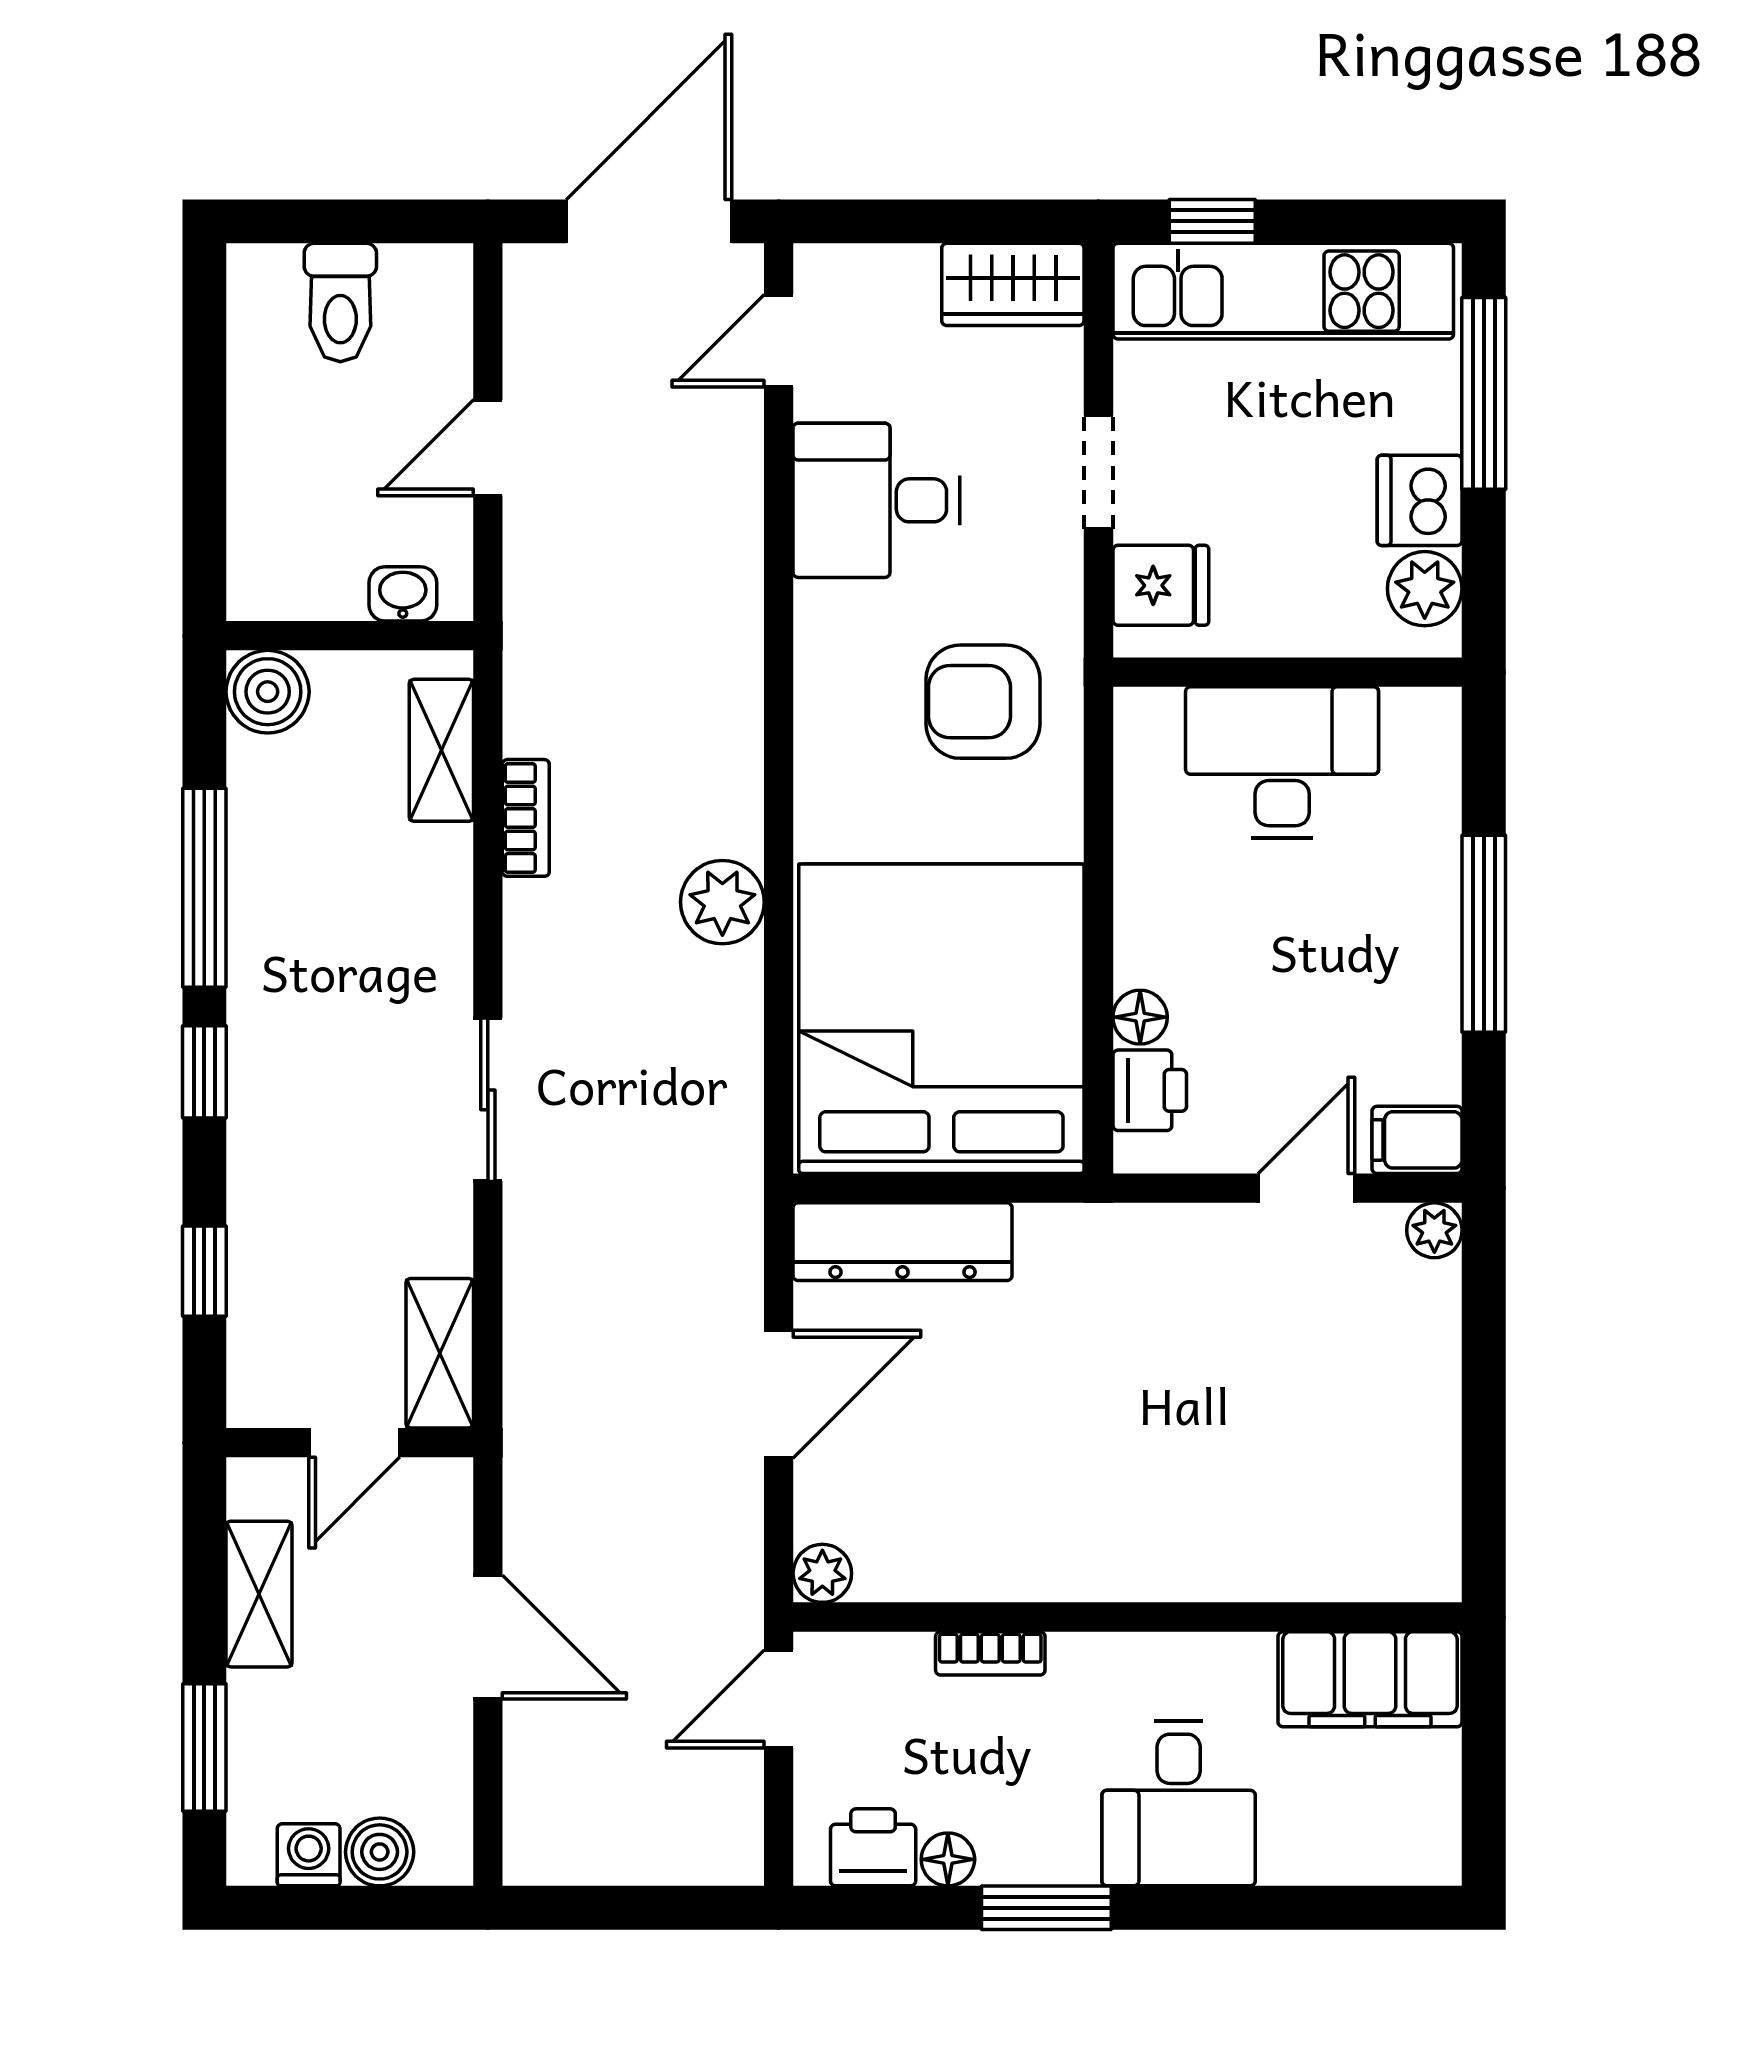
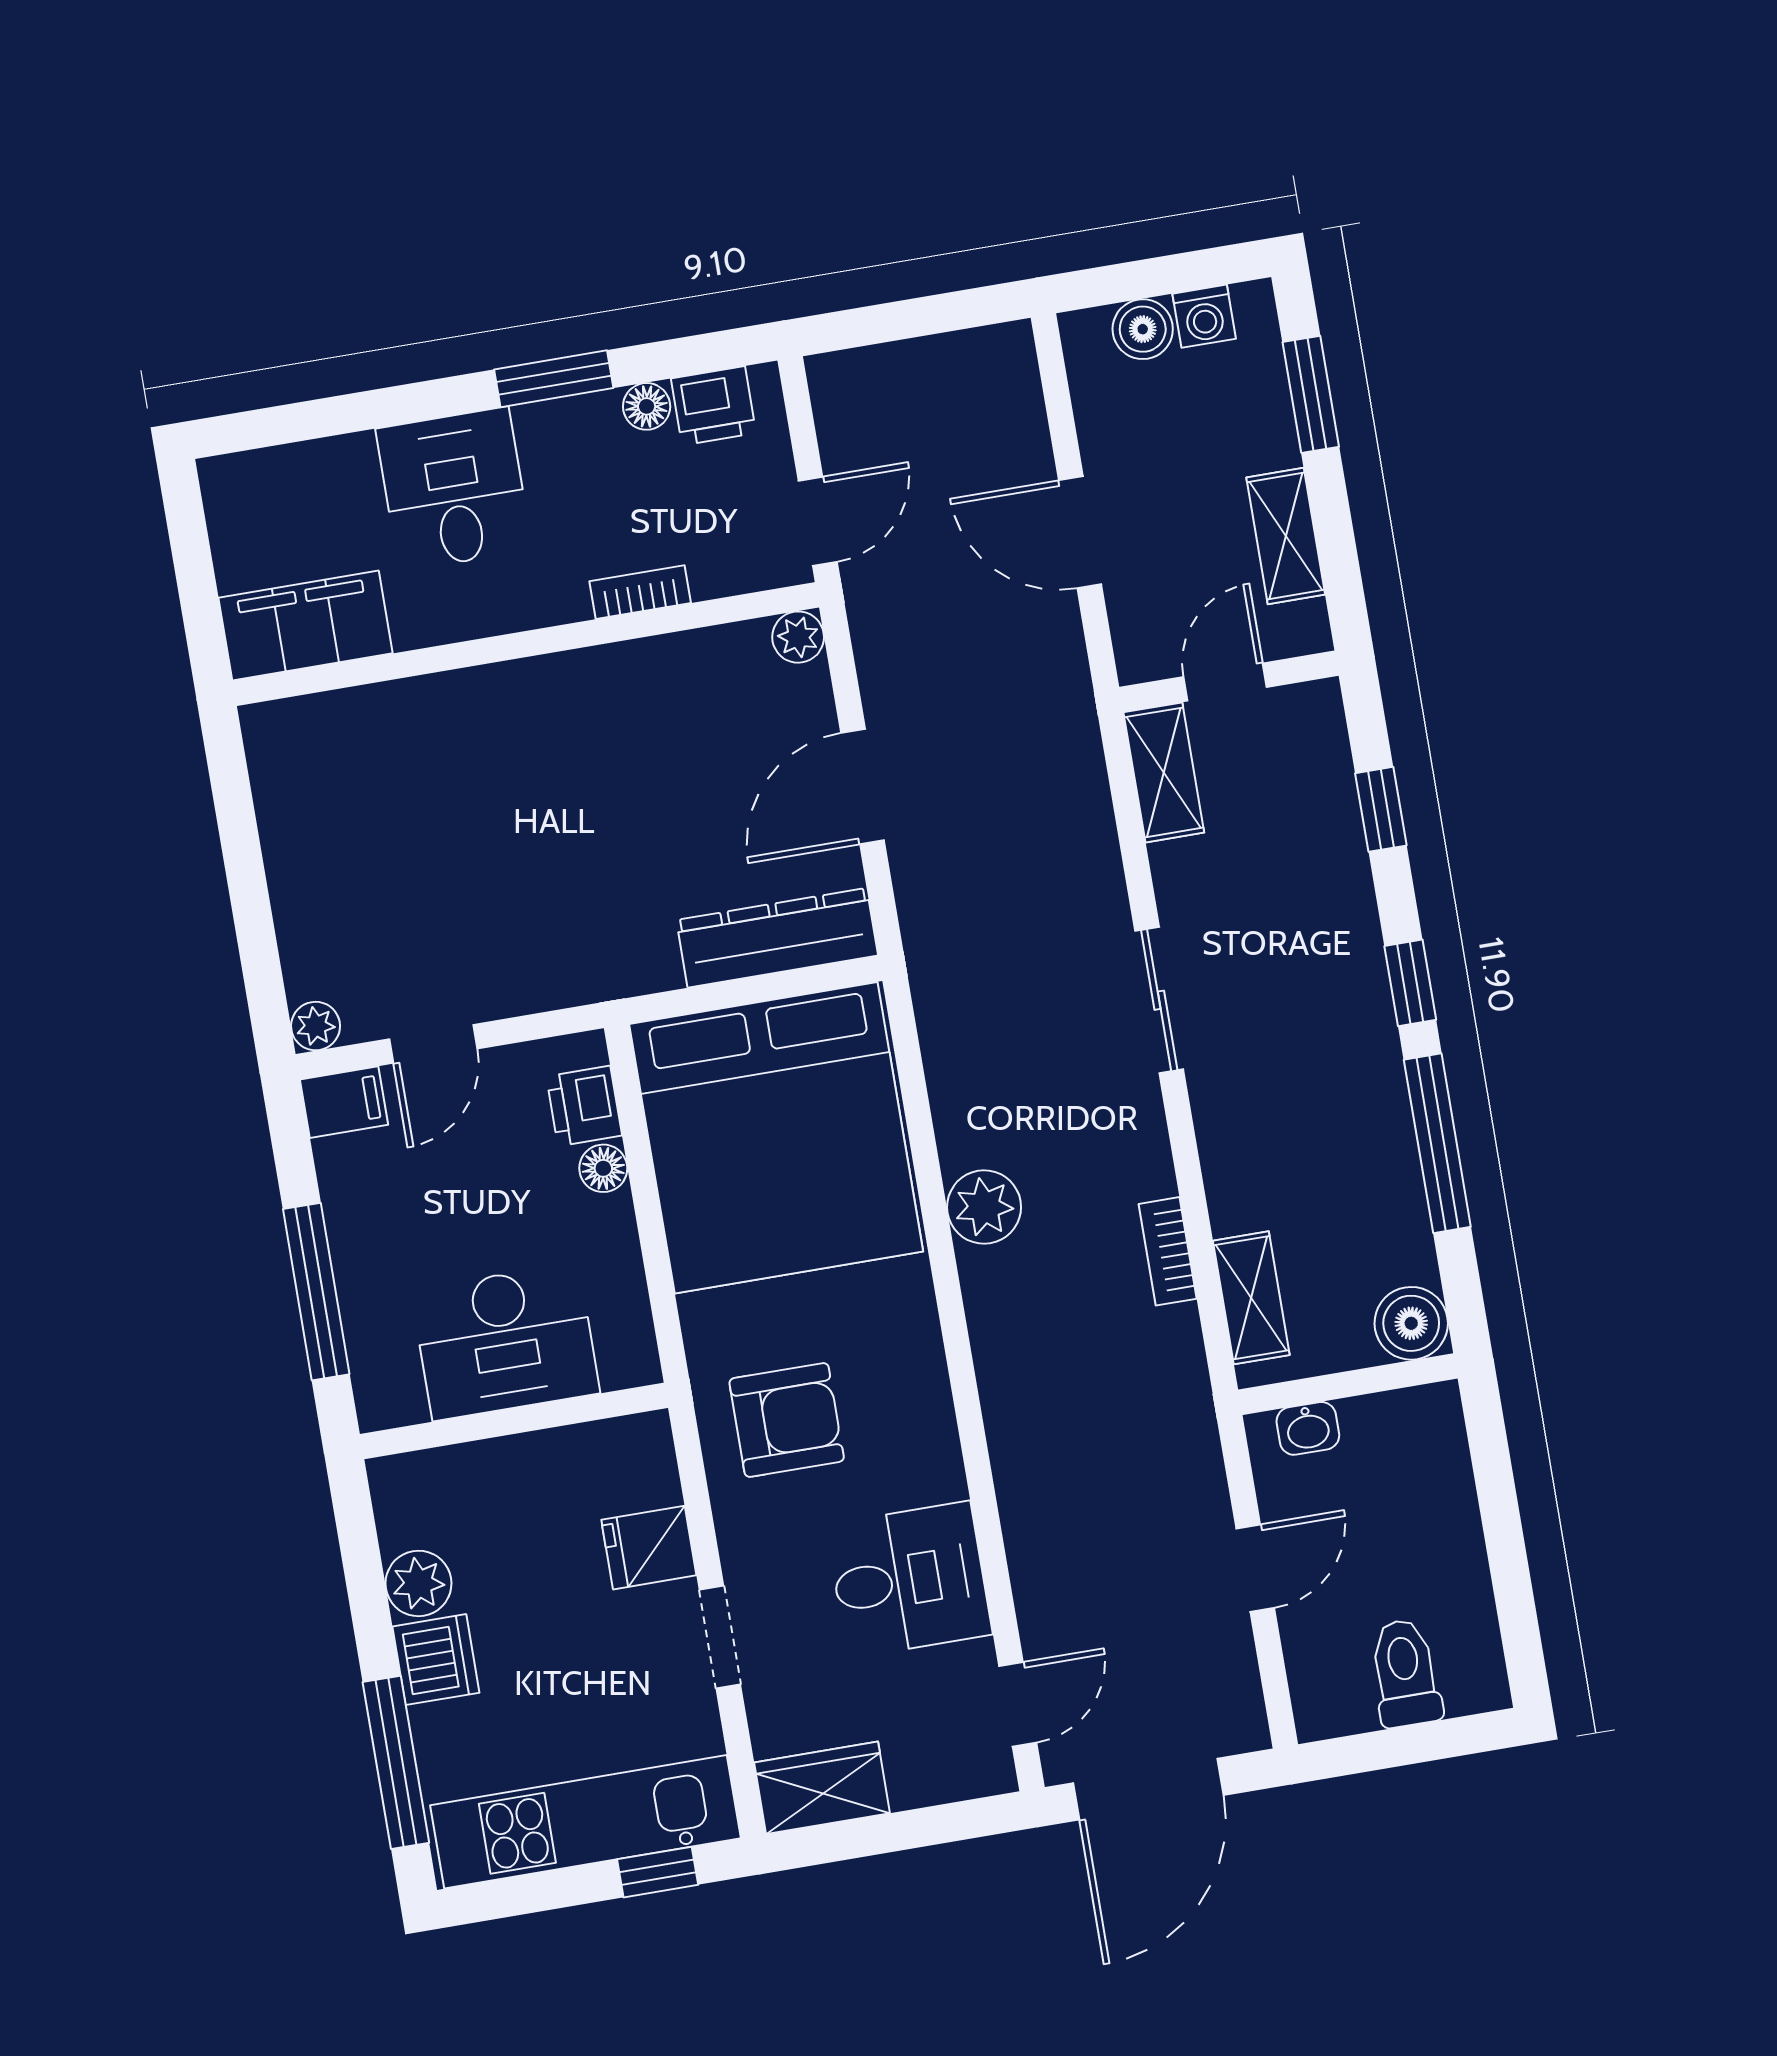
wall: (1287, 672) -> (514, 1421), moved
desk: (1282, 762) -> (505, 1342), moved

